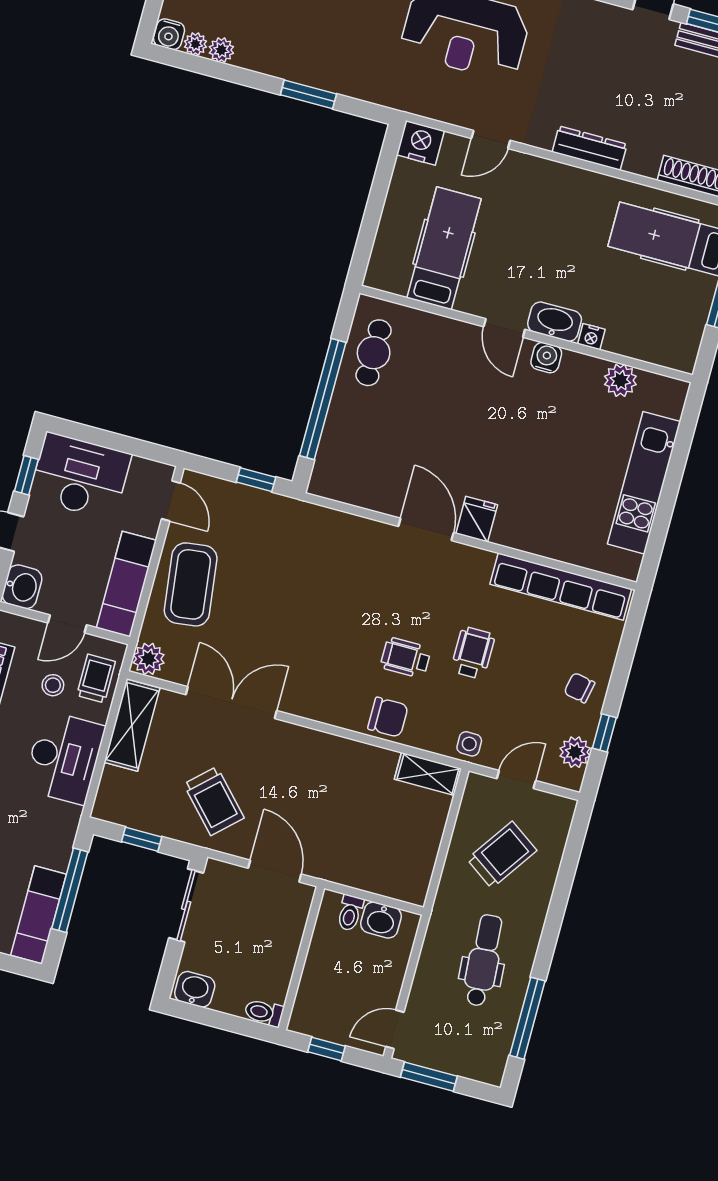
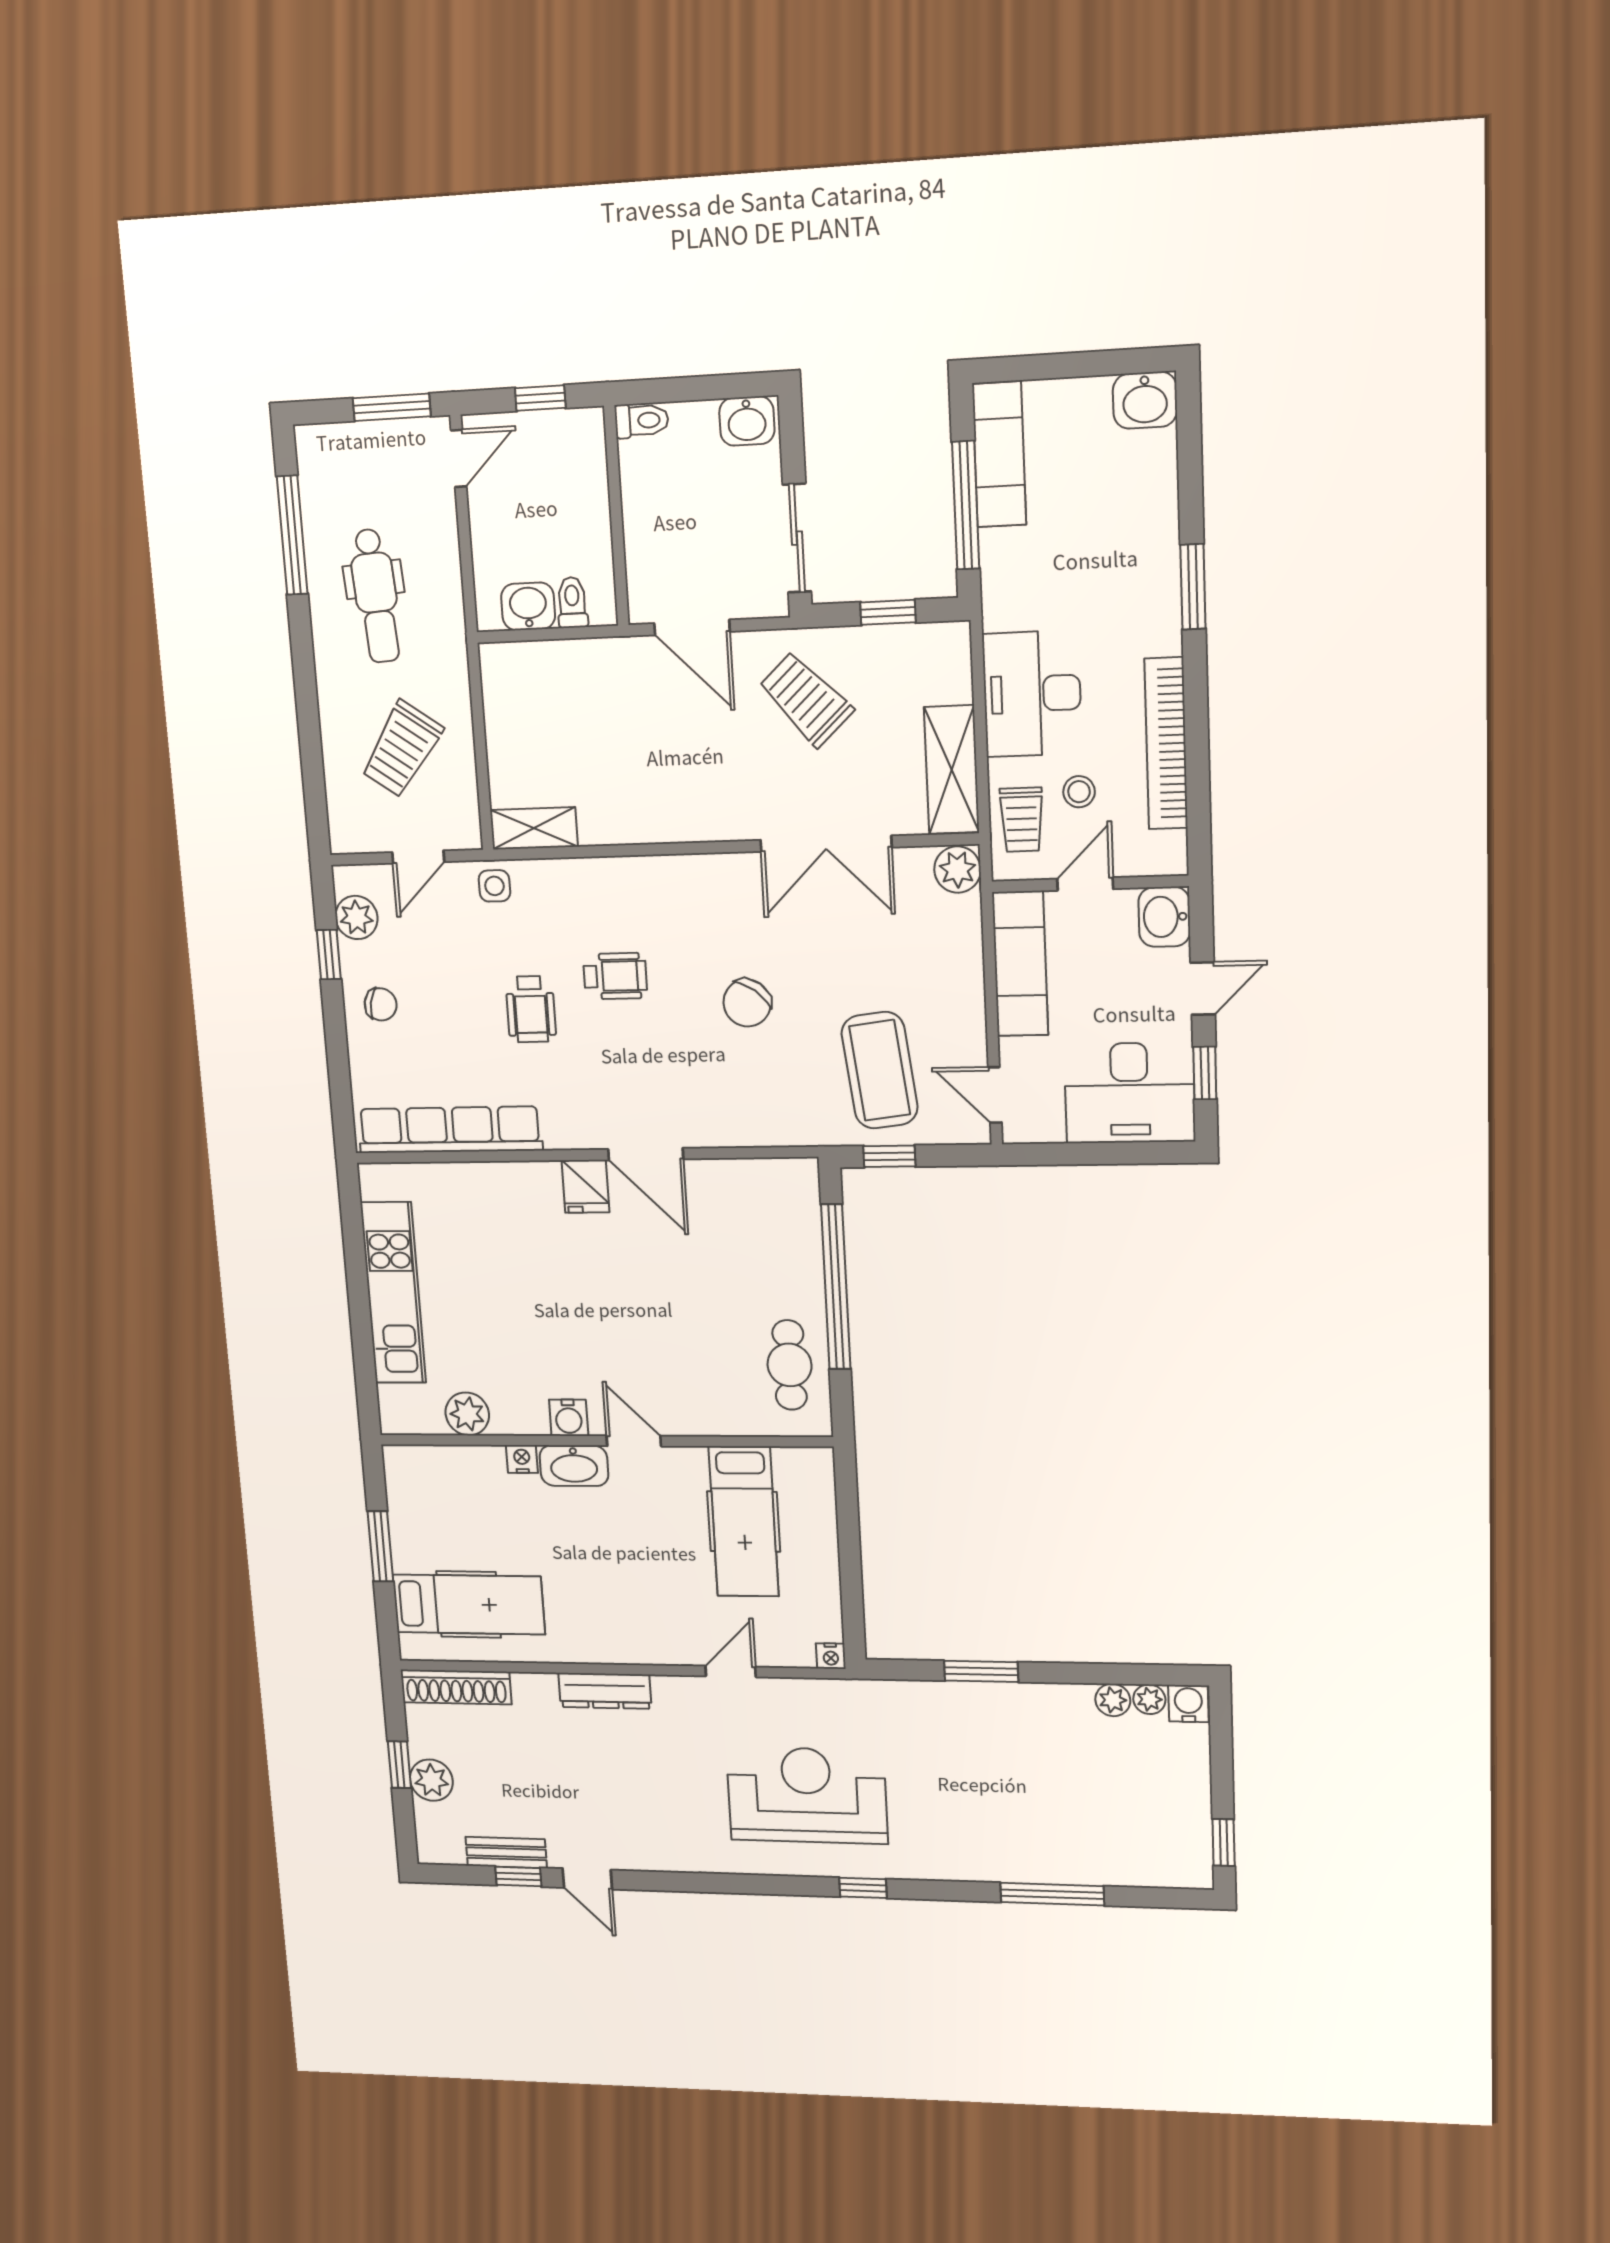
nightstand: (420, 143) -> (831, 1656), width x0.53, depth x0.56
coffee table: (191, 584) -> (880, 1070), moved
chair: (388, 717) -> (747, 1003), moved, turned -53

